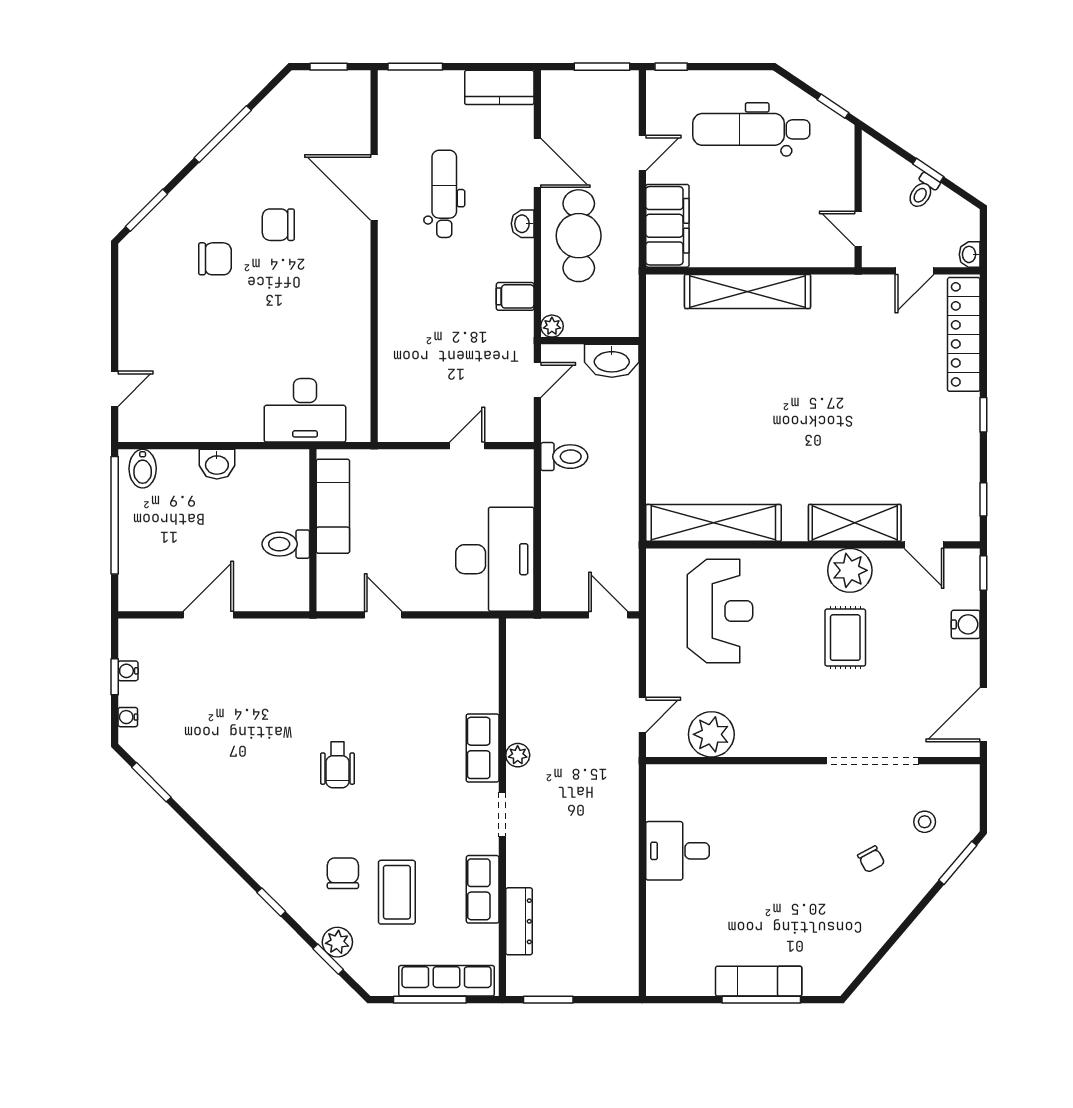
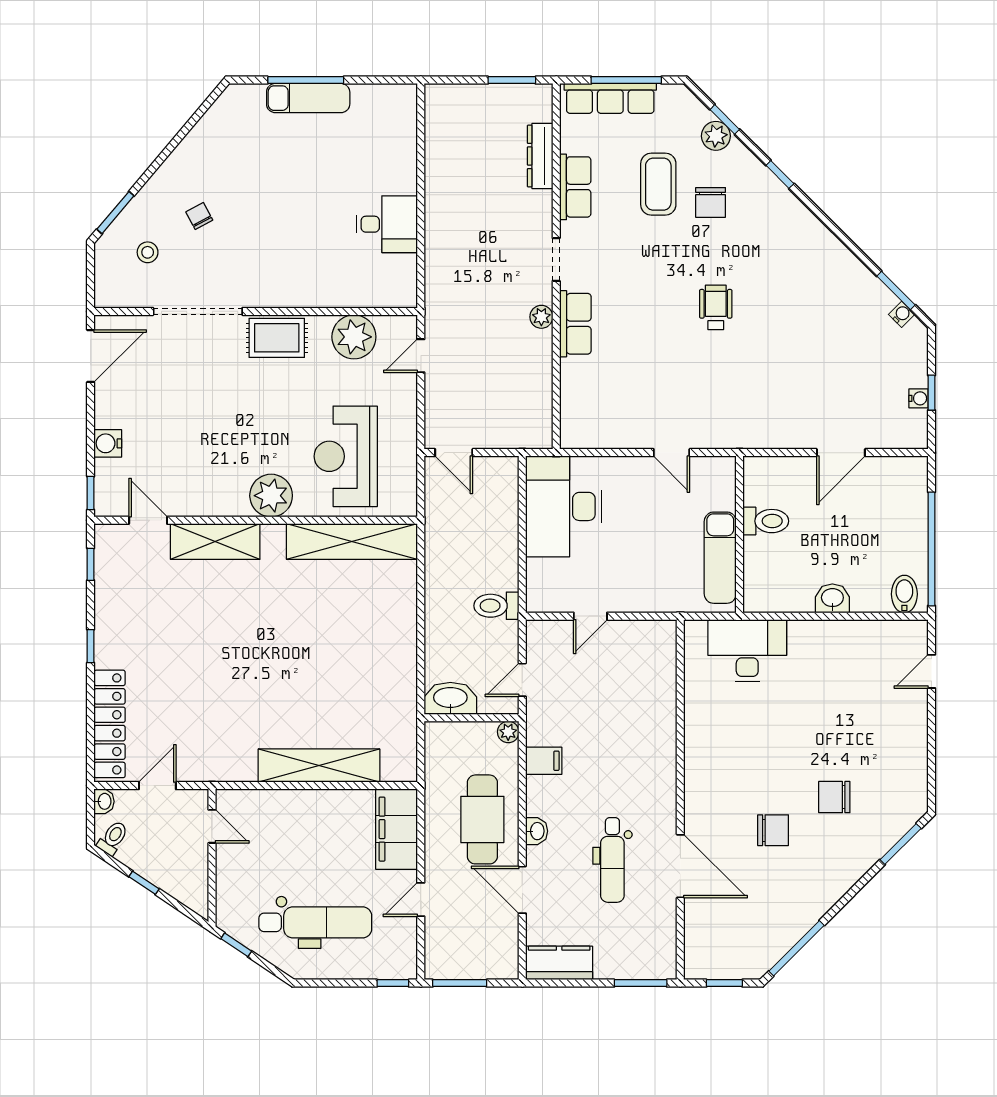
window: (223, 134) -> (796, 948), moved
toilet: (923, 191) -> (113, 838), moved
plant: (850, 570) -> (271, 496), moved
rug: (845, 638) -> (277, 338), moved, turned 90
water cooler: (128, 717) -> (902, 314), moved, turned -45

